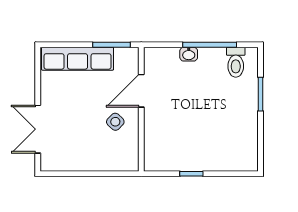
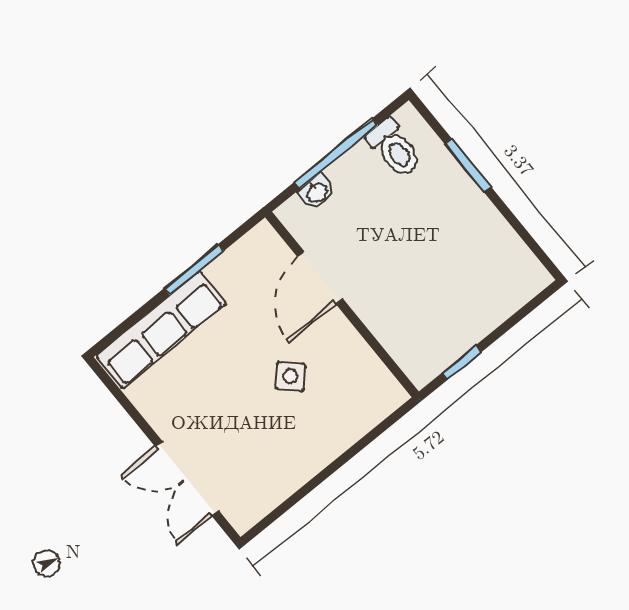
door: (141, 91) -> (320, 278), moved
wall: (141, 109) -> (342, 304), moved

